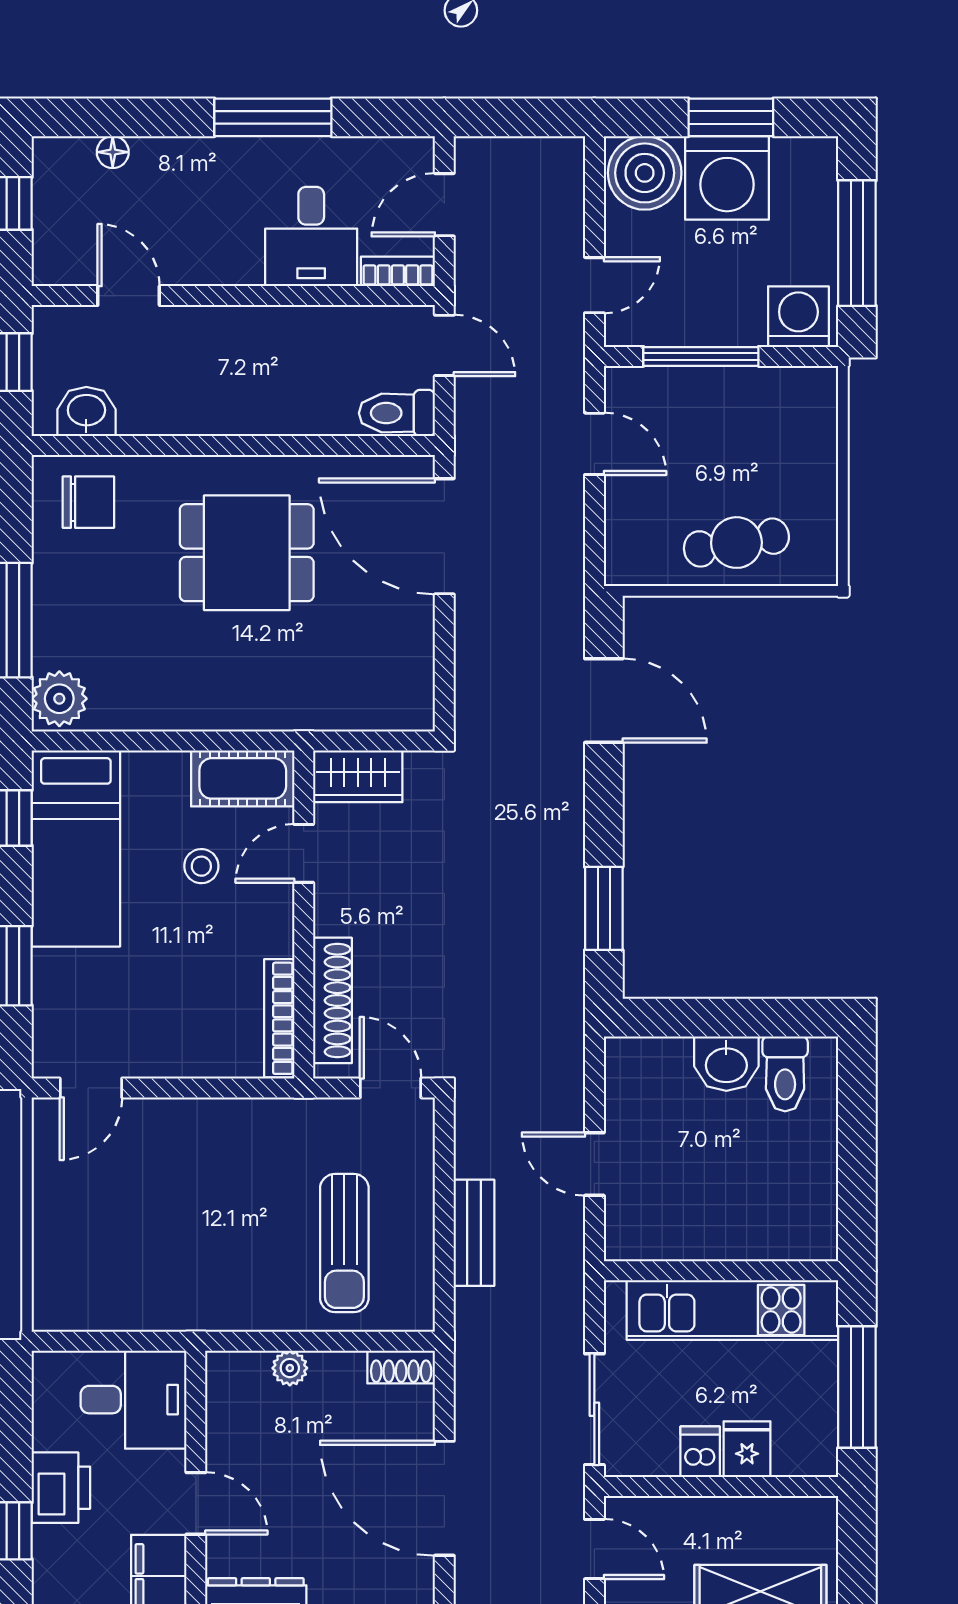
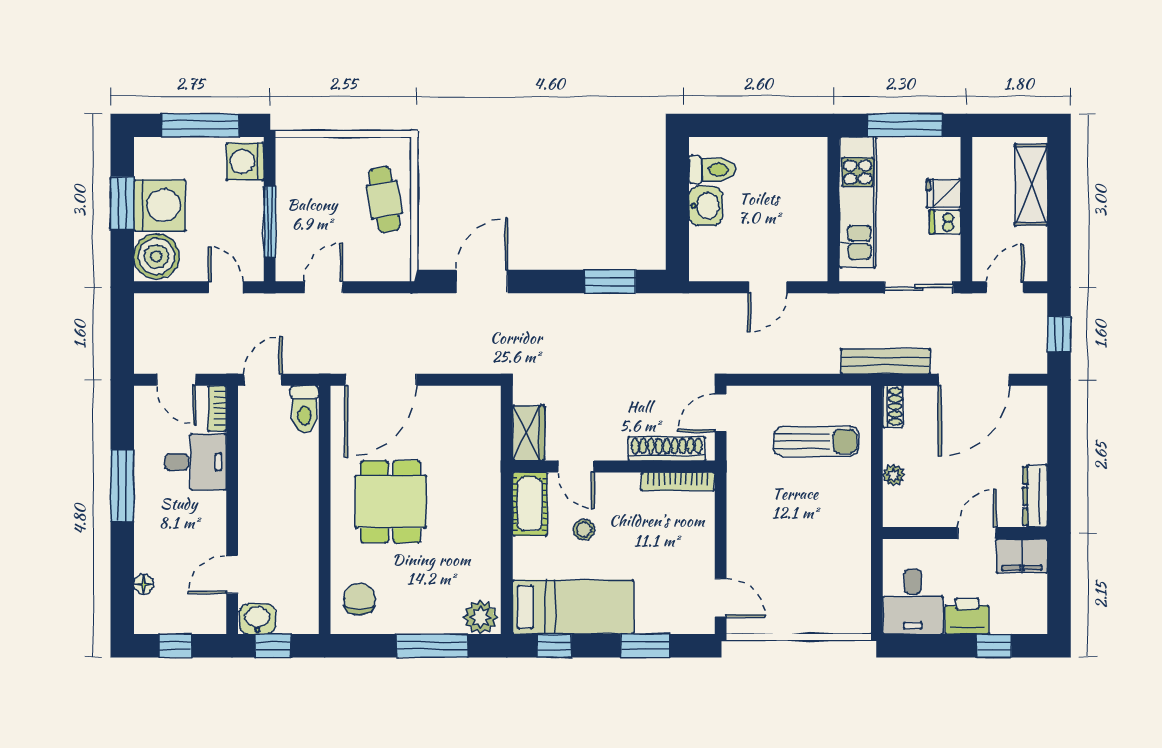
washbasin: (86, 412) -> (257, 619), moved, turned 90
bench: (474, 1233) -> (885, 361), moved, width x1.36
desk: (134, 1400) -> (913, 602), moved, turned 180

